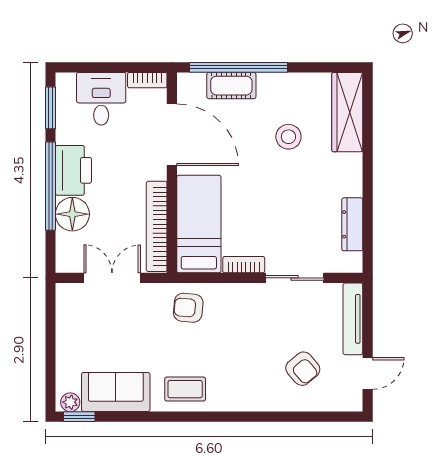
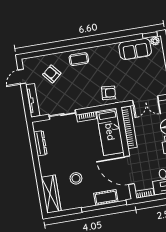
coffee table: (185, 389) -> (79, 59), moved

